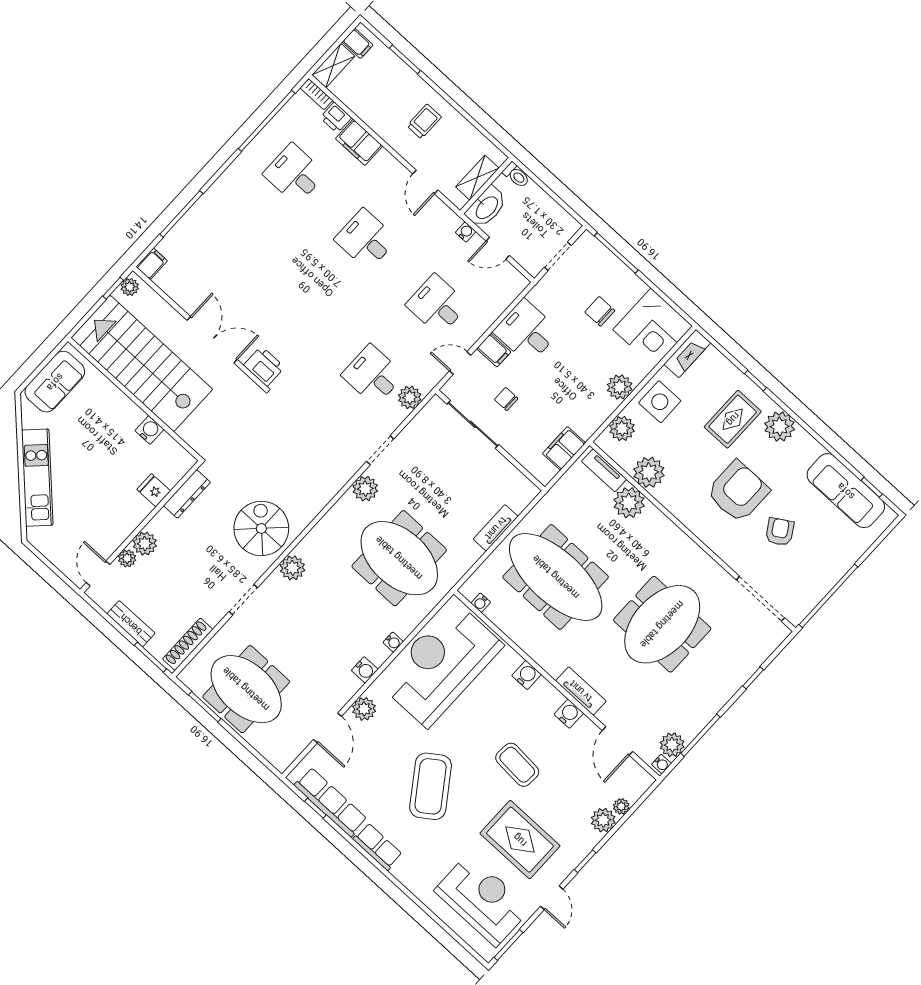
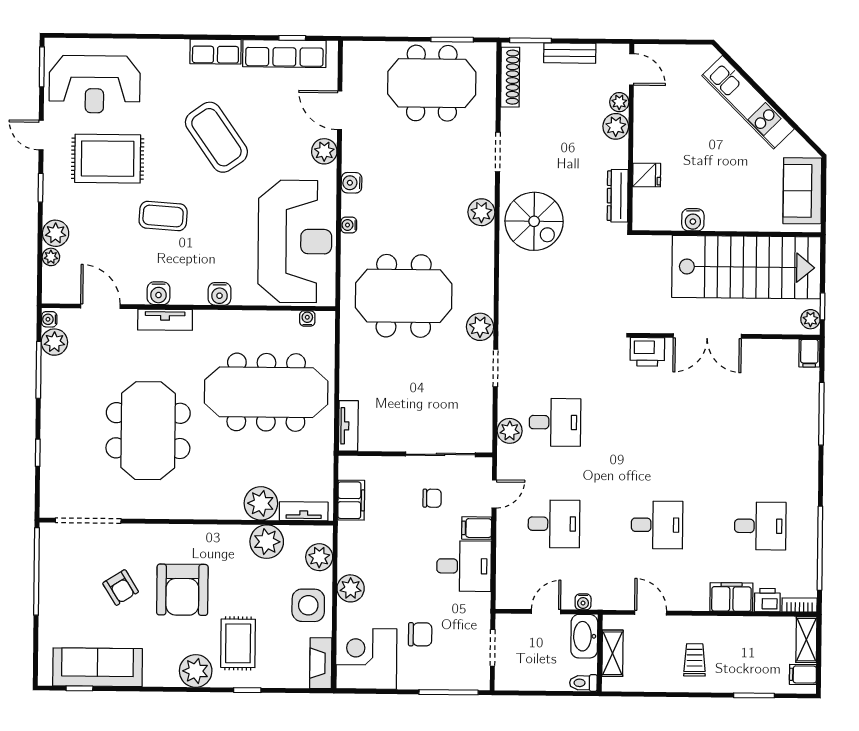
trolley: (424, 121) -> (695, 660), turned 180
tv unit: (496, 528) -> (348, 426), moved

